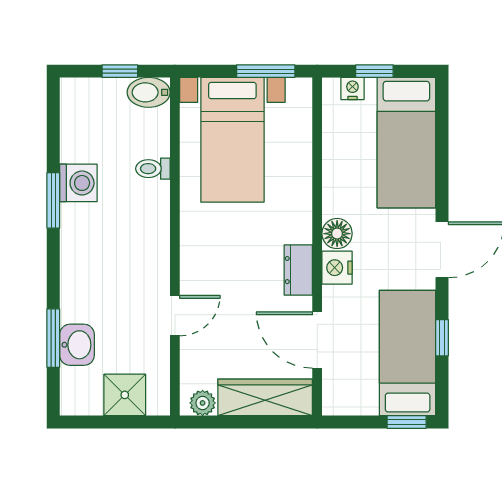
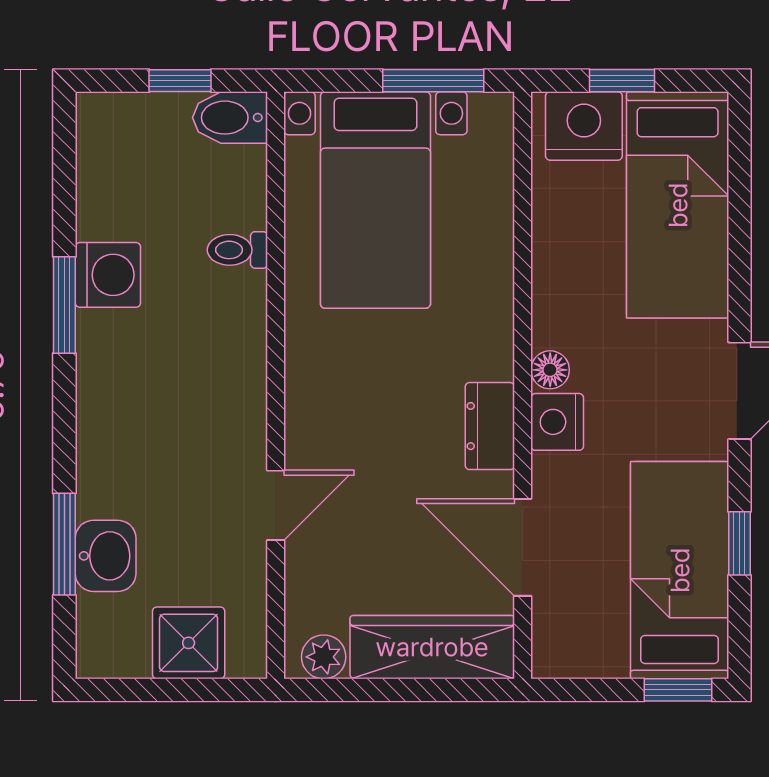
nightstand: (352, 88) -> (584, 126), width x1.89, depth x1.79
floor lamp: (337, 234) -> (550, 370), width x0.73, depth x0.73

